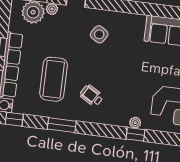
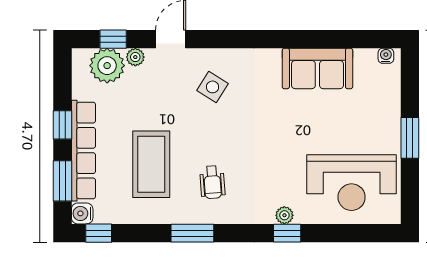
wheelchair: (91, 96) -> (212, 182), turned -124
window: (62, 125) -> (192, 233), moved

